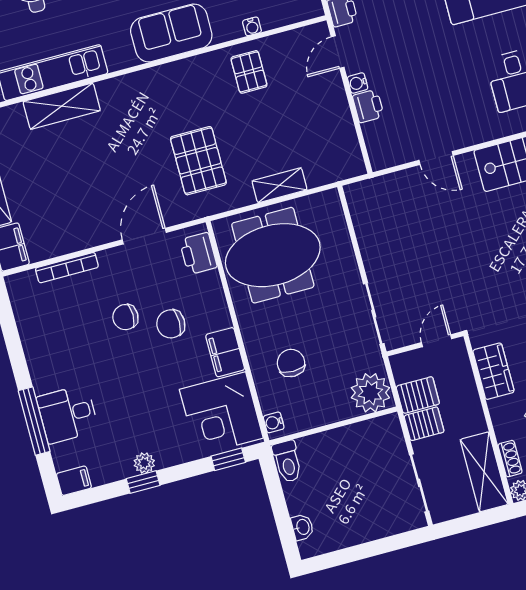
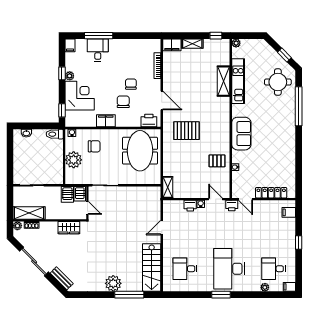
shelving: (279, 185) -> (168, 187), moved
plant: (370, 393) -> (74, 160), moved
corner desk: (221, 414) -> (80, 96), moved, turned 90
server rack: (424, 424) -> (80, 194), moved

